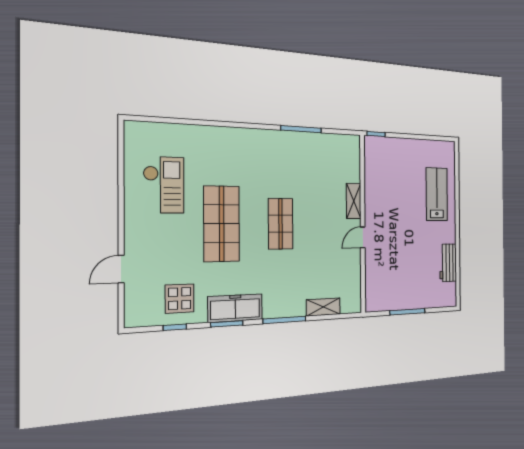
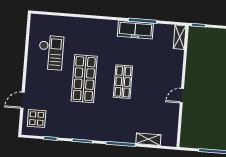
shelving: (354, 201) -> (180, 37), moved
display table: (180, 299) -> (37, 119), moved
freezer: (235, 308) -> (135, 30), moved, turned 180

